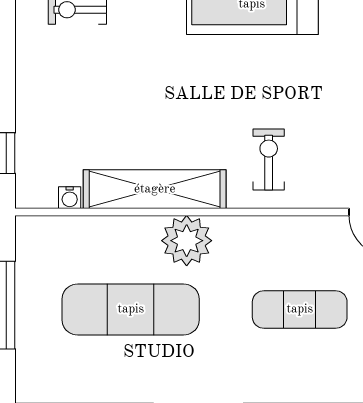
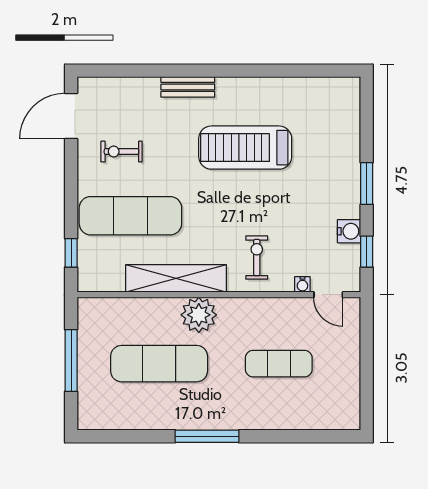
exercise mat: (90, 100) -> (130, 216), added
water cooler: (70, 198) -> (302, 284), moved

